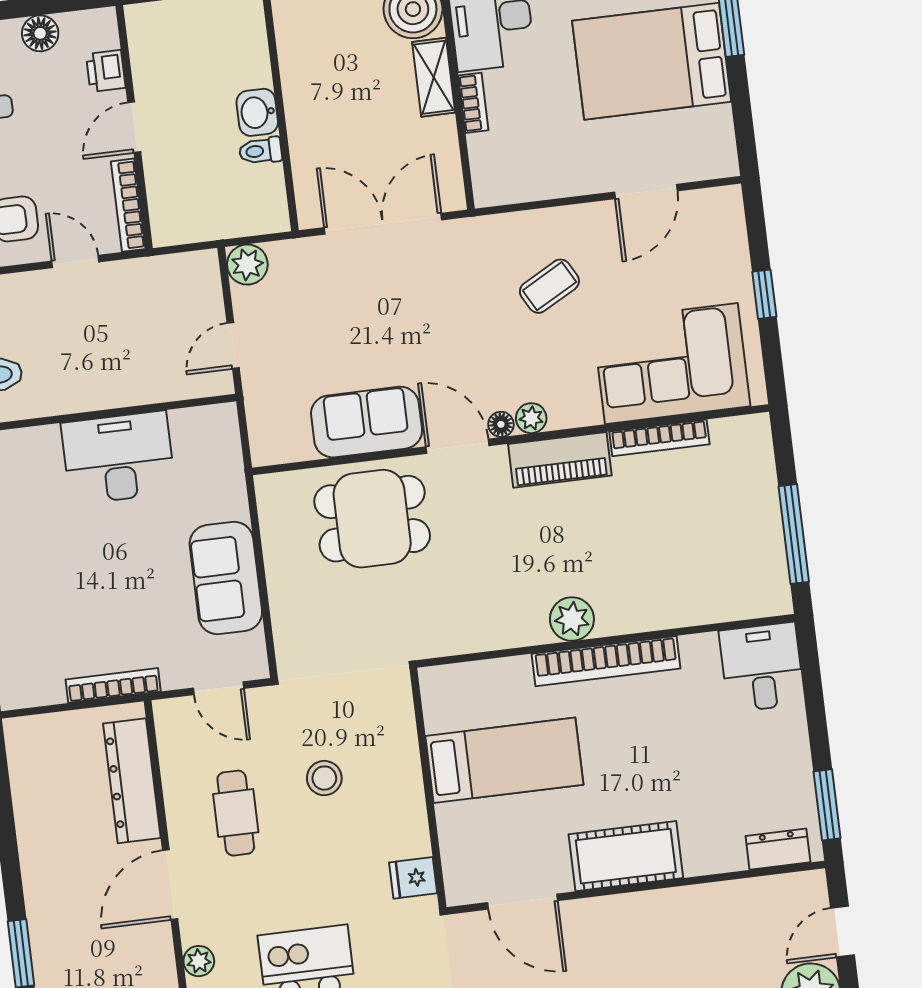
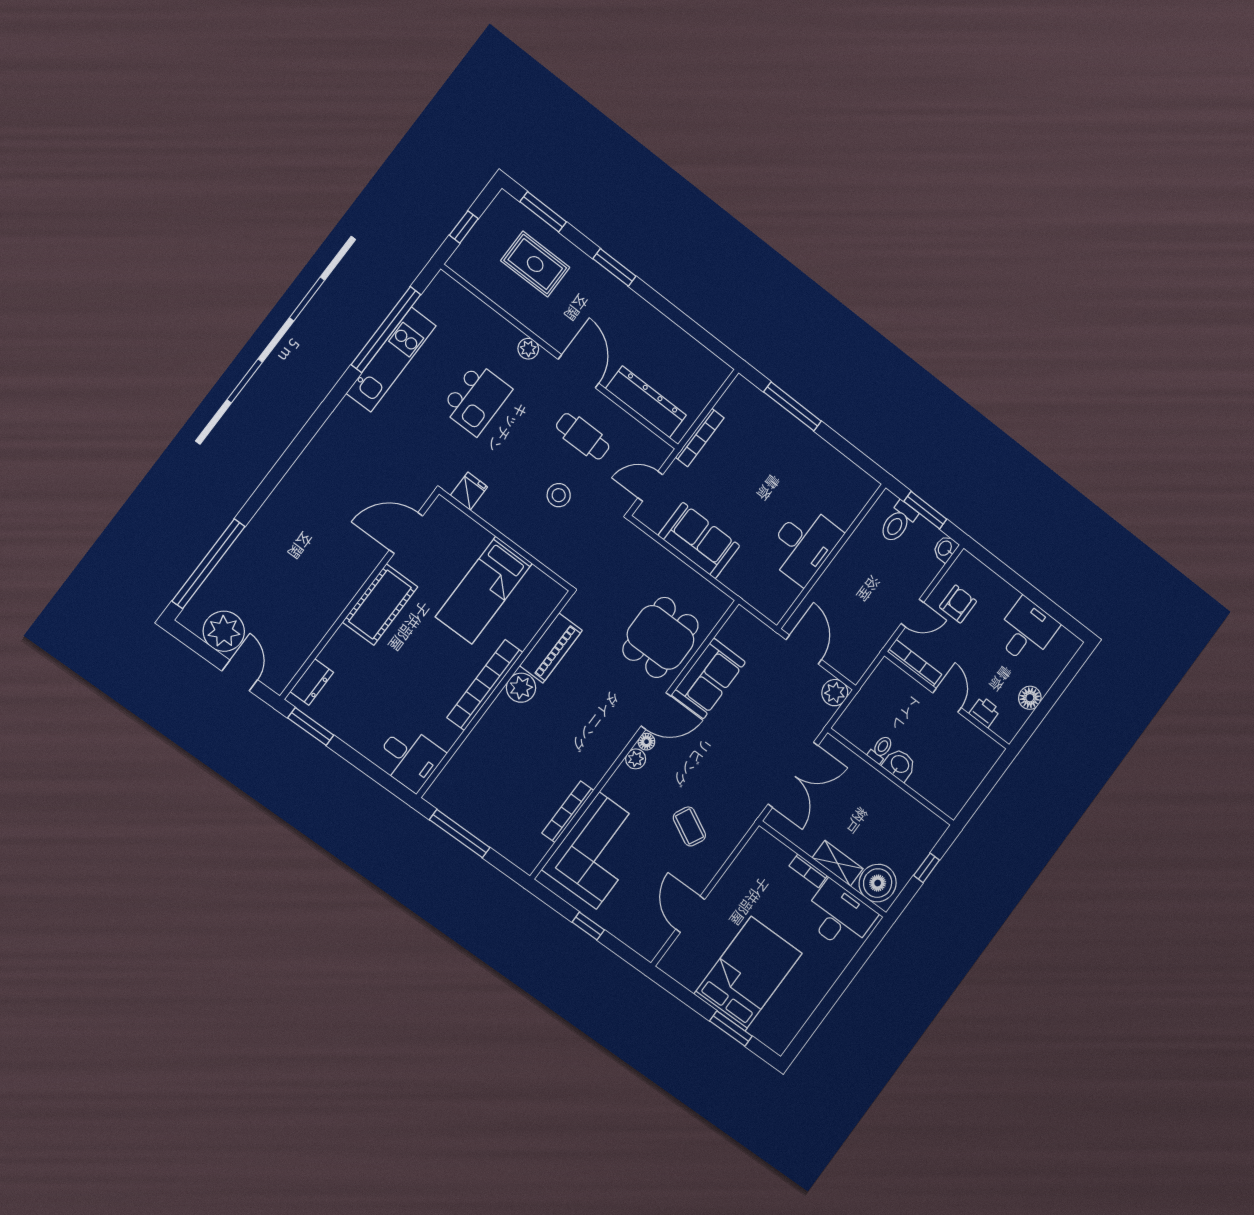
coffee table: (549, 286) -> (689, 826), turned -34
door: (233, 346) -> (804, 650), width x1.38
piano: (560, 460) -> (551, 648), moved, turned 180

